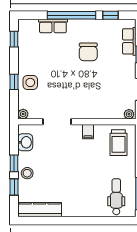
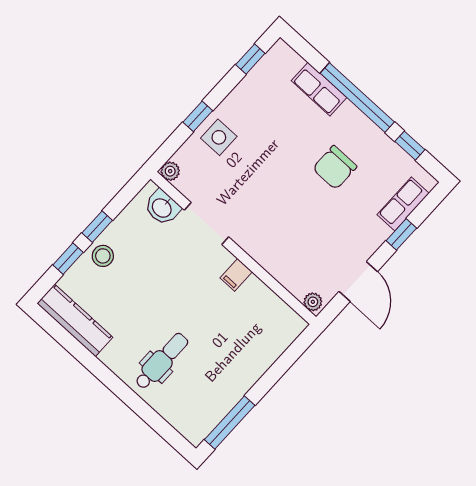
washbasin: (25, 142) -> (162, 207), moved, turned 90
trolley: (118, 143) -> (264, 327), removed
dental chair: (116, 197) -> (162, 361), moved

